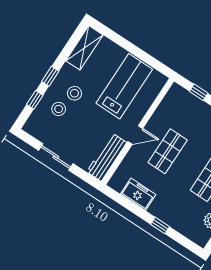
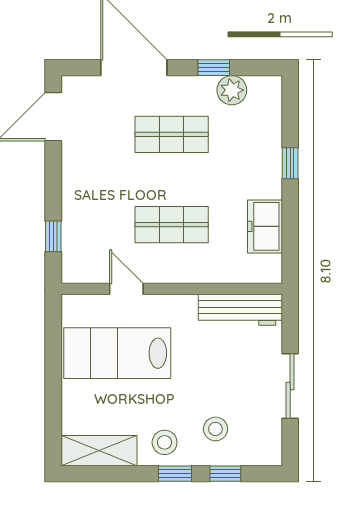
stool: (74, 93) -> (165, 442), moved
door: (135, 135) -> (126, 289), moved

